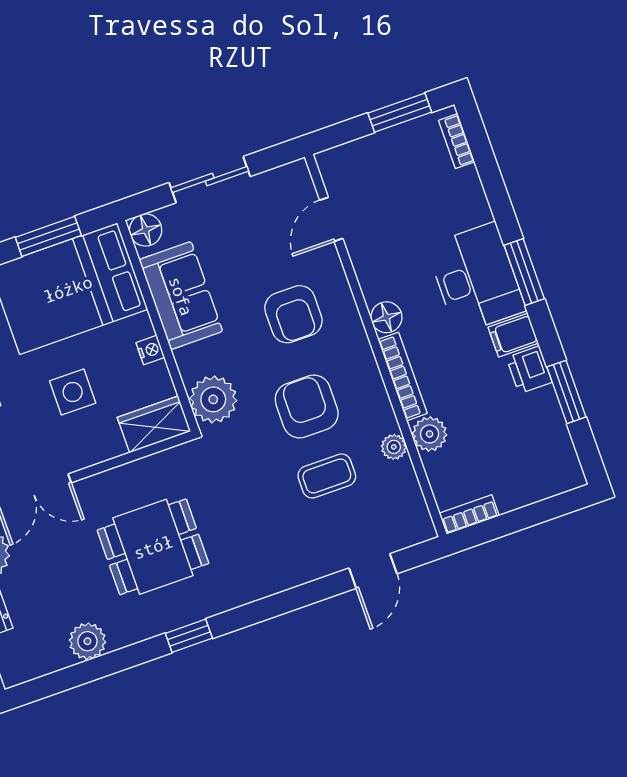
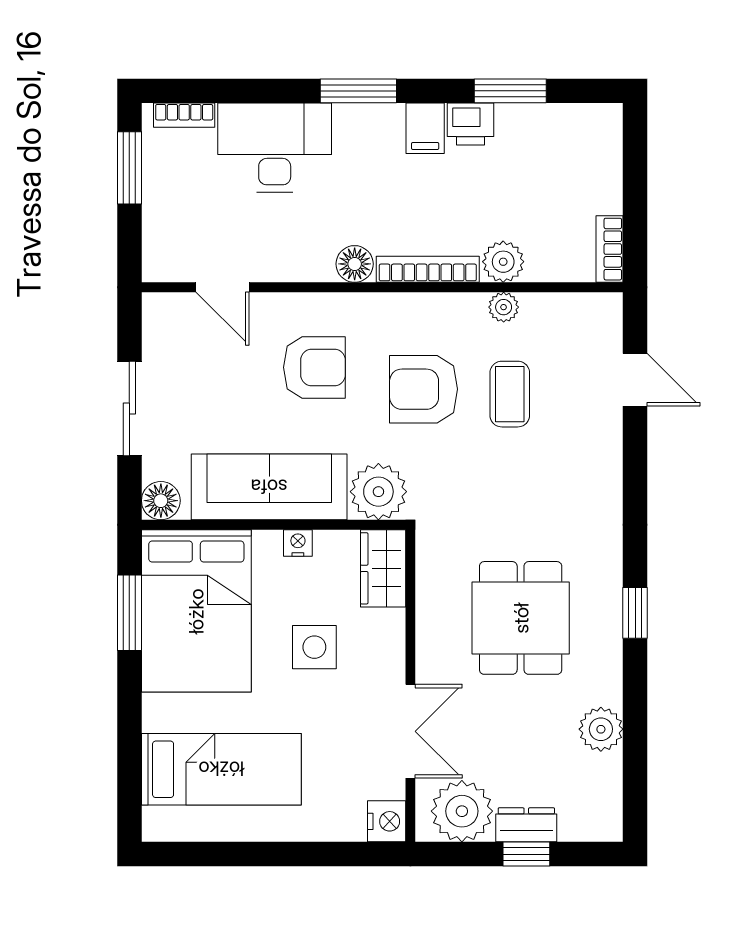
desk: (476, 278) -> (275, 148), moved
sofa: (181, 296) -> (269, 487), width x1.36

